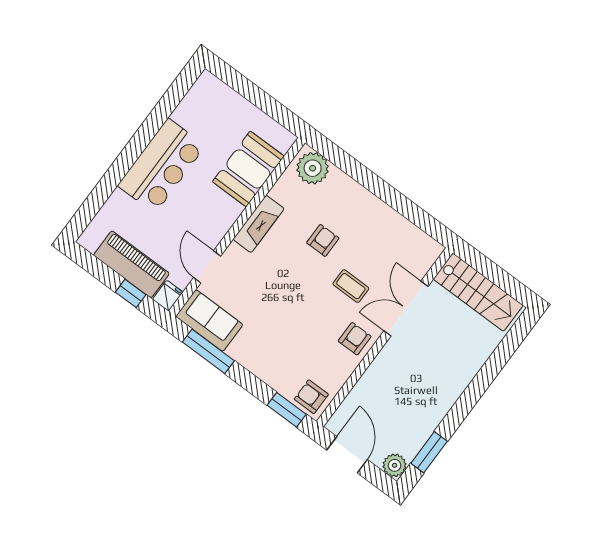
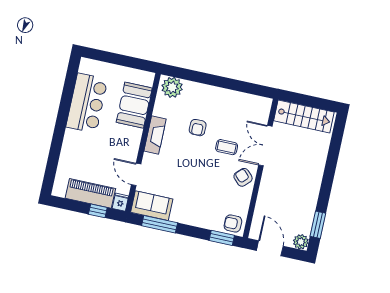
bar counter: (161, 166) -> (87, 103), moved
armchair: (323, 240) -> (198, 128), turned 180
armchair: (355, 339) -> (243, 177), turned -45

